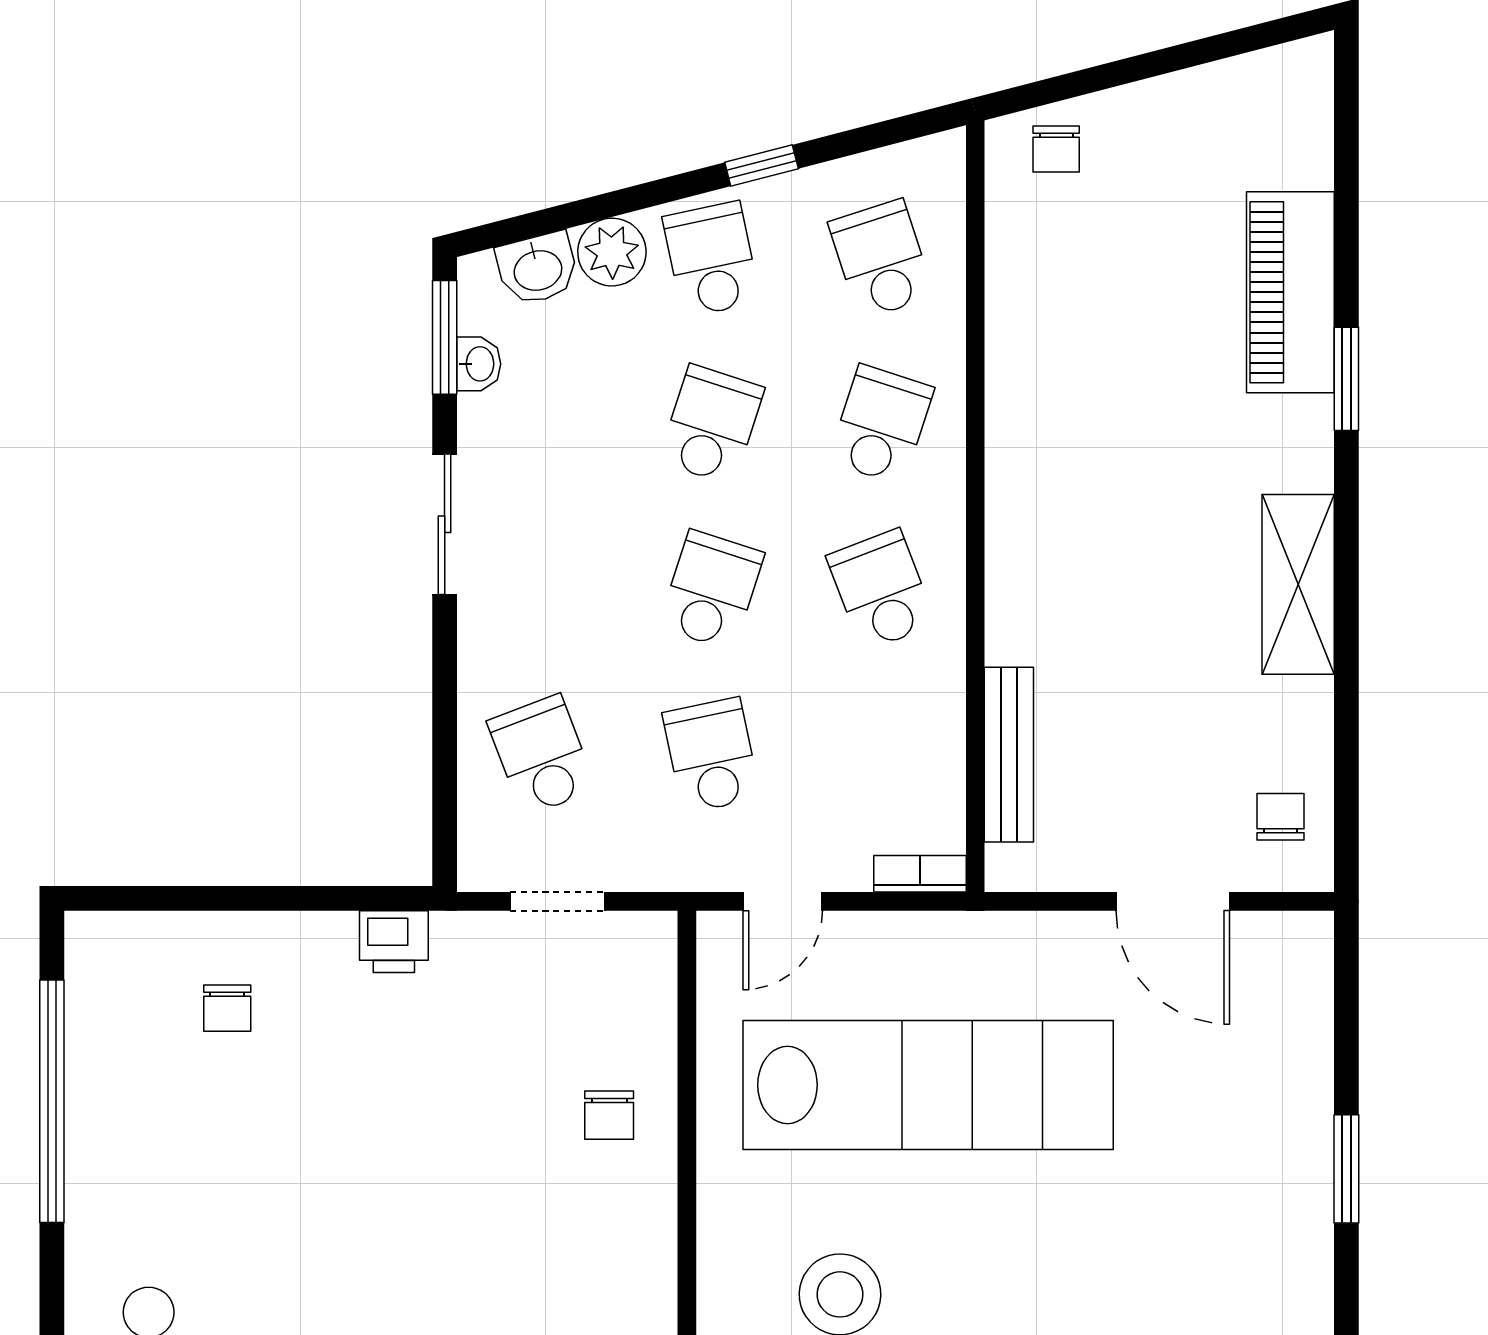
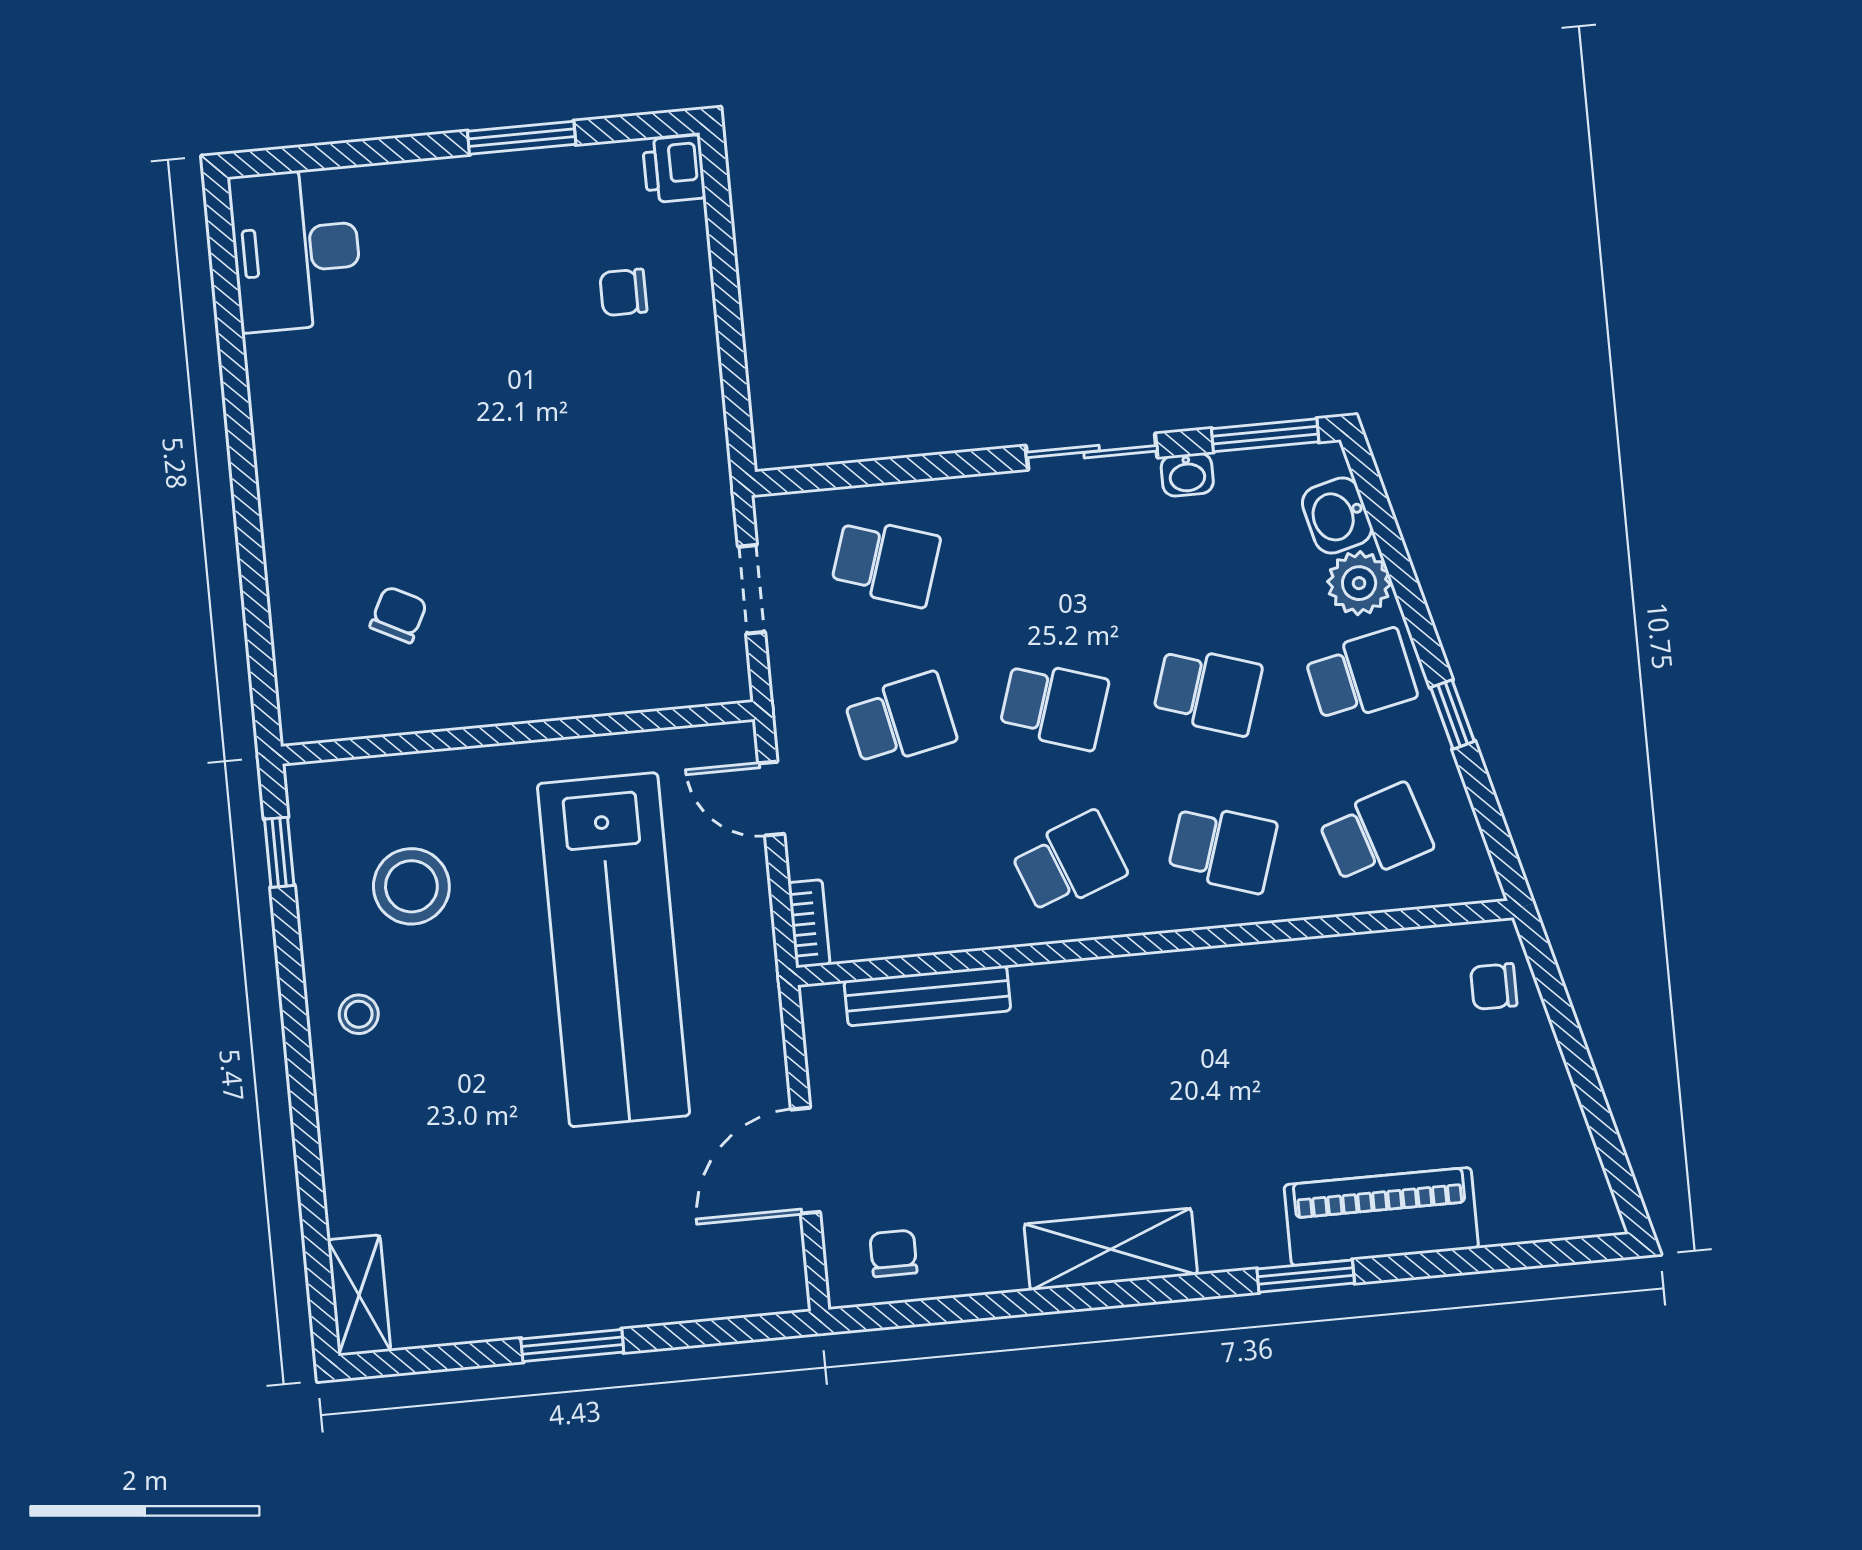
washbasin: (479, 364) -> (1187, 475), moved
school desk: (542, 755) -> (886, 562), turned 39
chair: (1280, 817) -> (893, 1253), turned -90
printer: (394, 942) -> (674, 169), moved
window: (52, 1101) -> (522, 138), width x0.47
chair: (609, 1115) -> (398, 615), moved, turned 117

